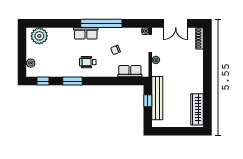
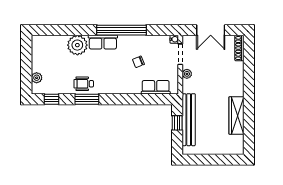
plant: (39, 36) -> (77, 45), moved
wheelchair: (88, 62) -> (84, 84), moved
wardrobe: (197, 109) -> (236, 115), moved

